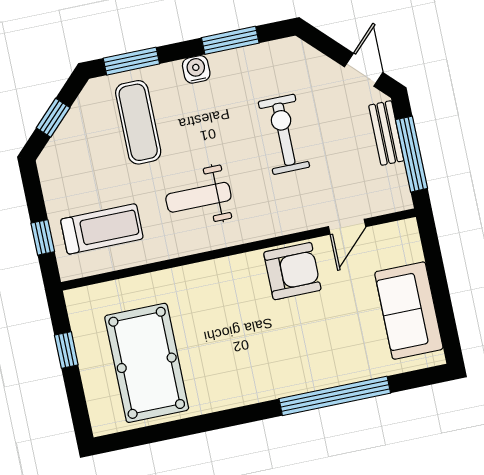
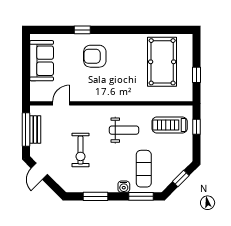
water cooler: (196, 69) -> (124, 187), moved
bench: (386, 133) -> (35, 130), moved
armchair: (292, 271) -> (95, 56), moved
window: (335, 396) -> (82, 30), width x0.32

